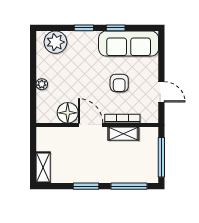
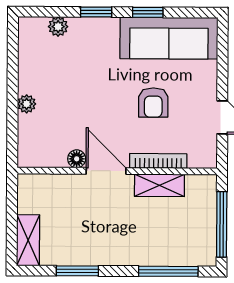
plant: (55, 42) -> (58, 27), width x0.53, depth x0.53
floor lamp: (68, 113) -> (77, 159), width x0.53, depth x0.53
window: (86, 186) -> (77, 271), moved

